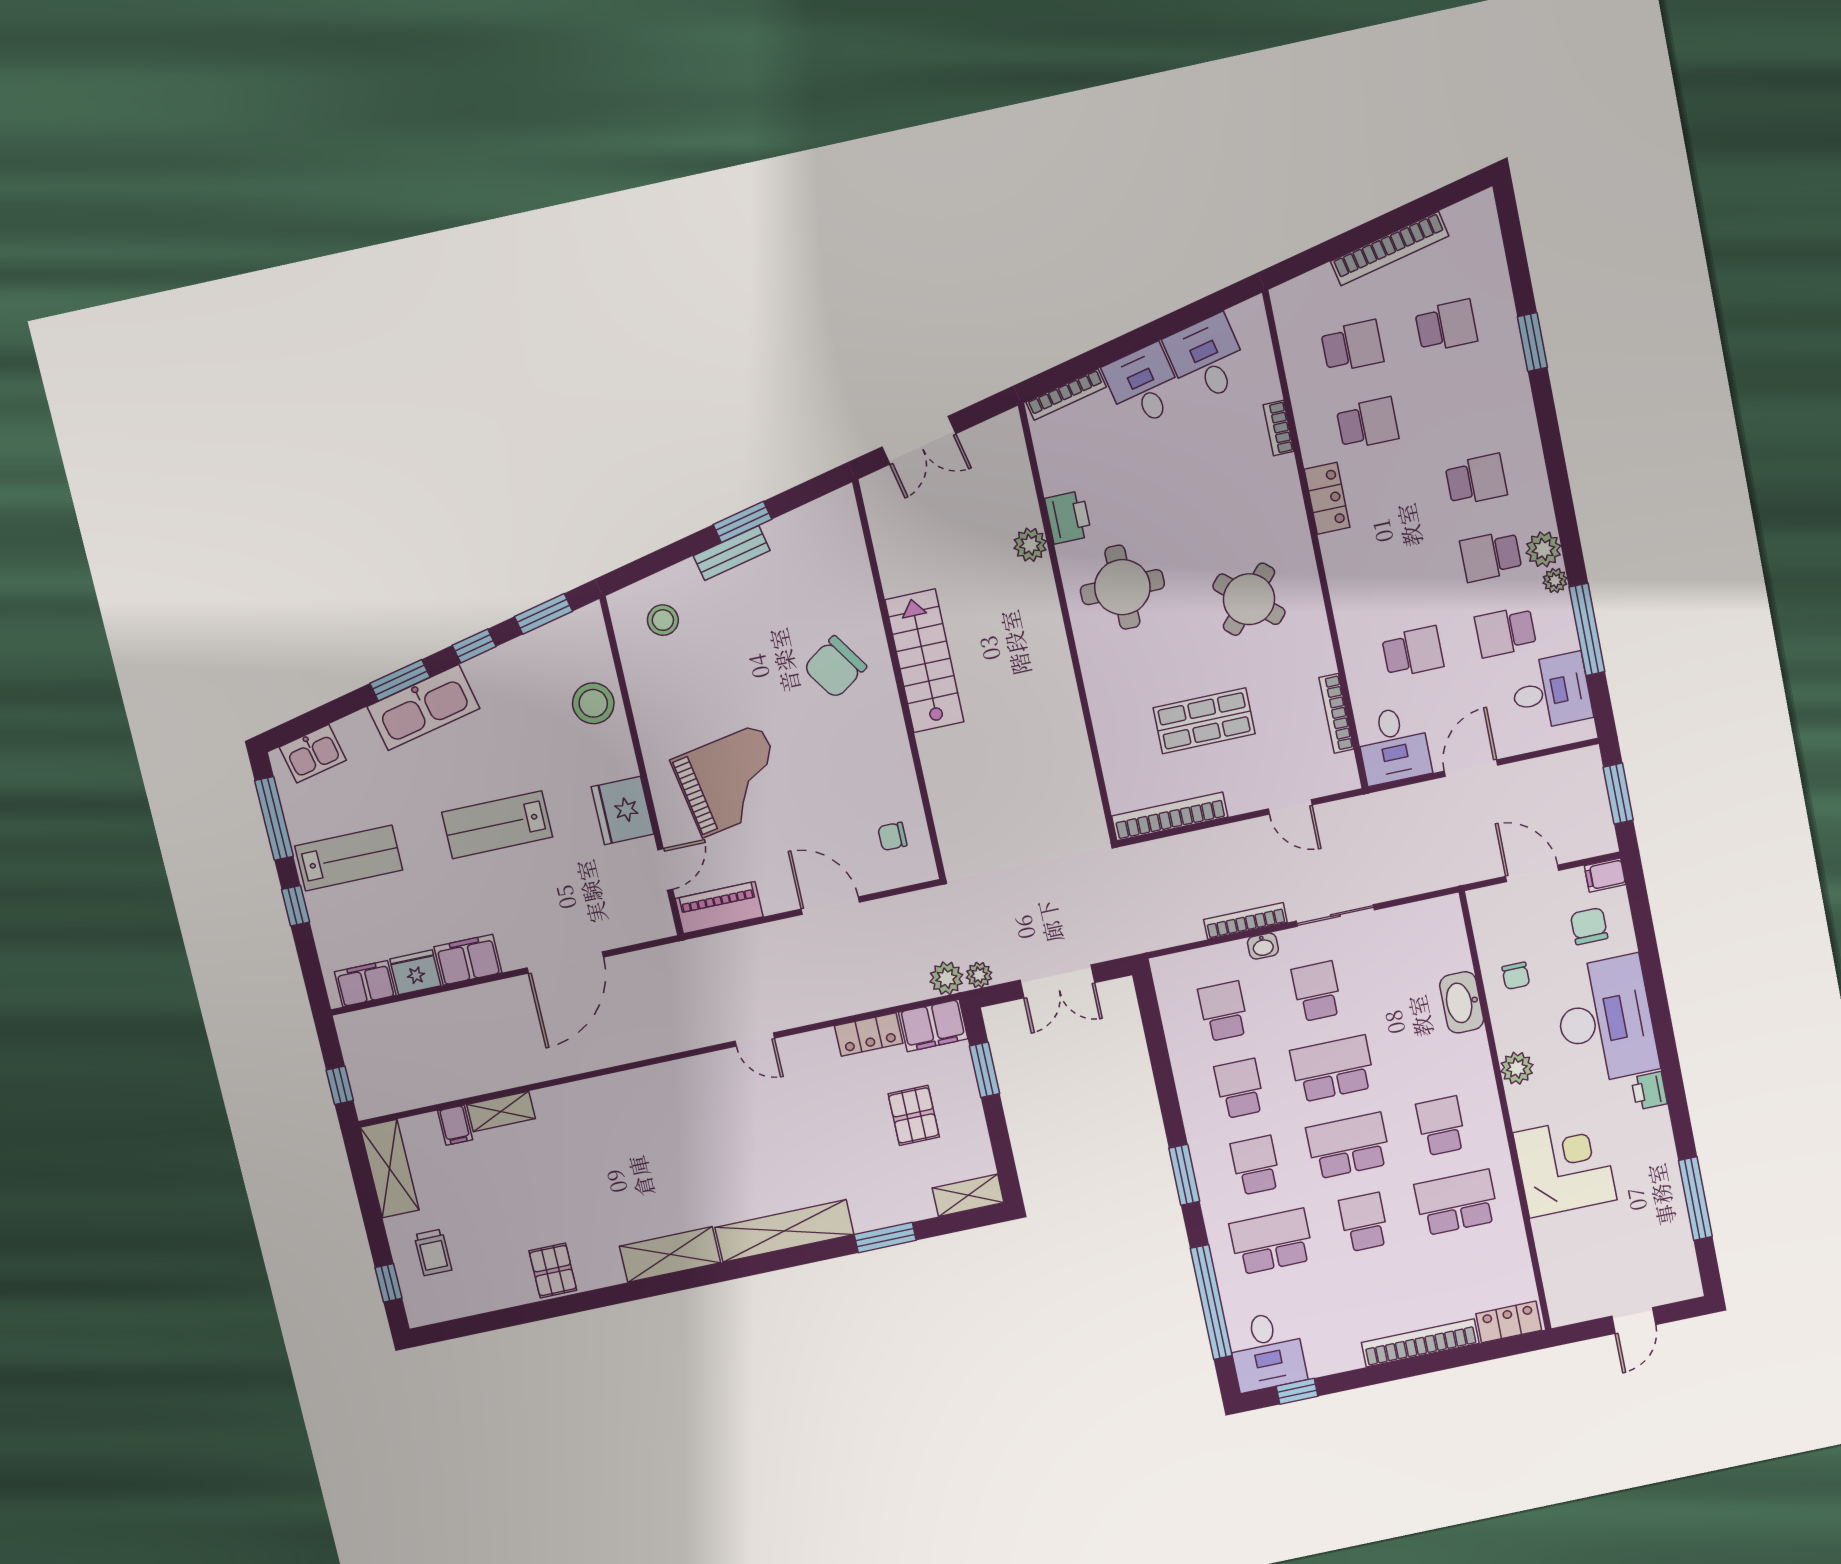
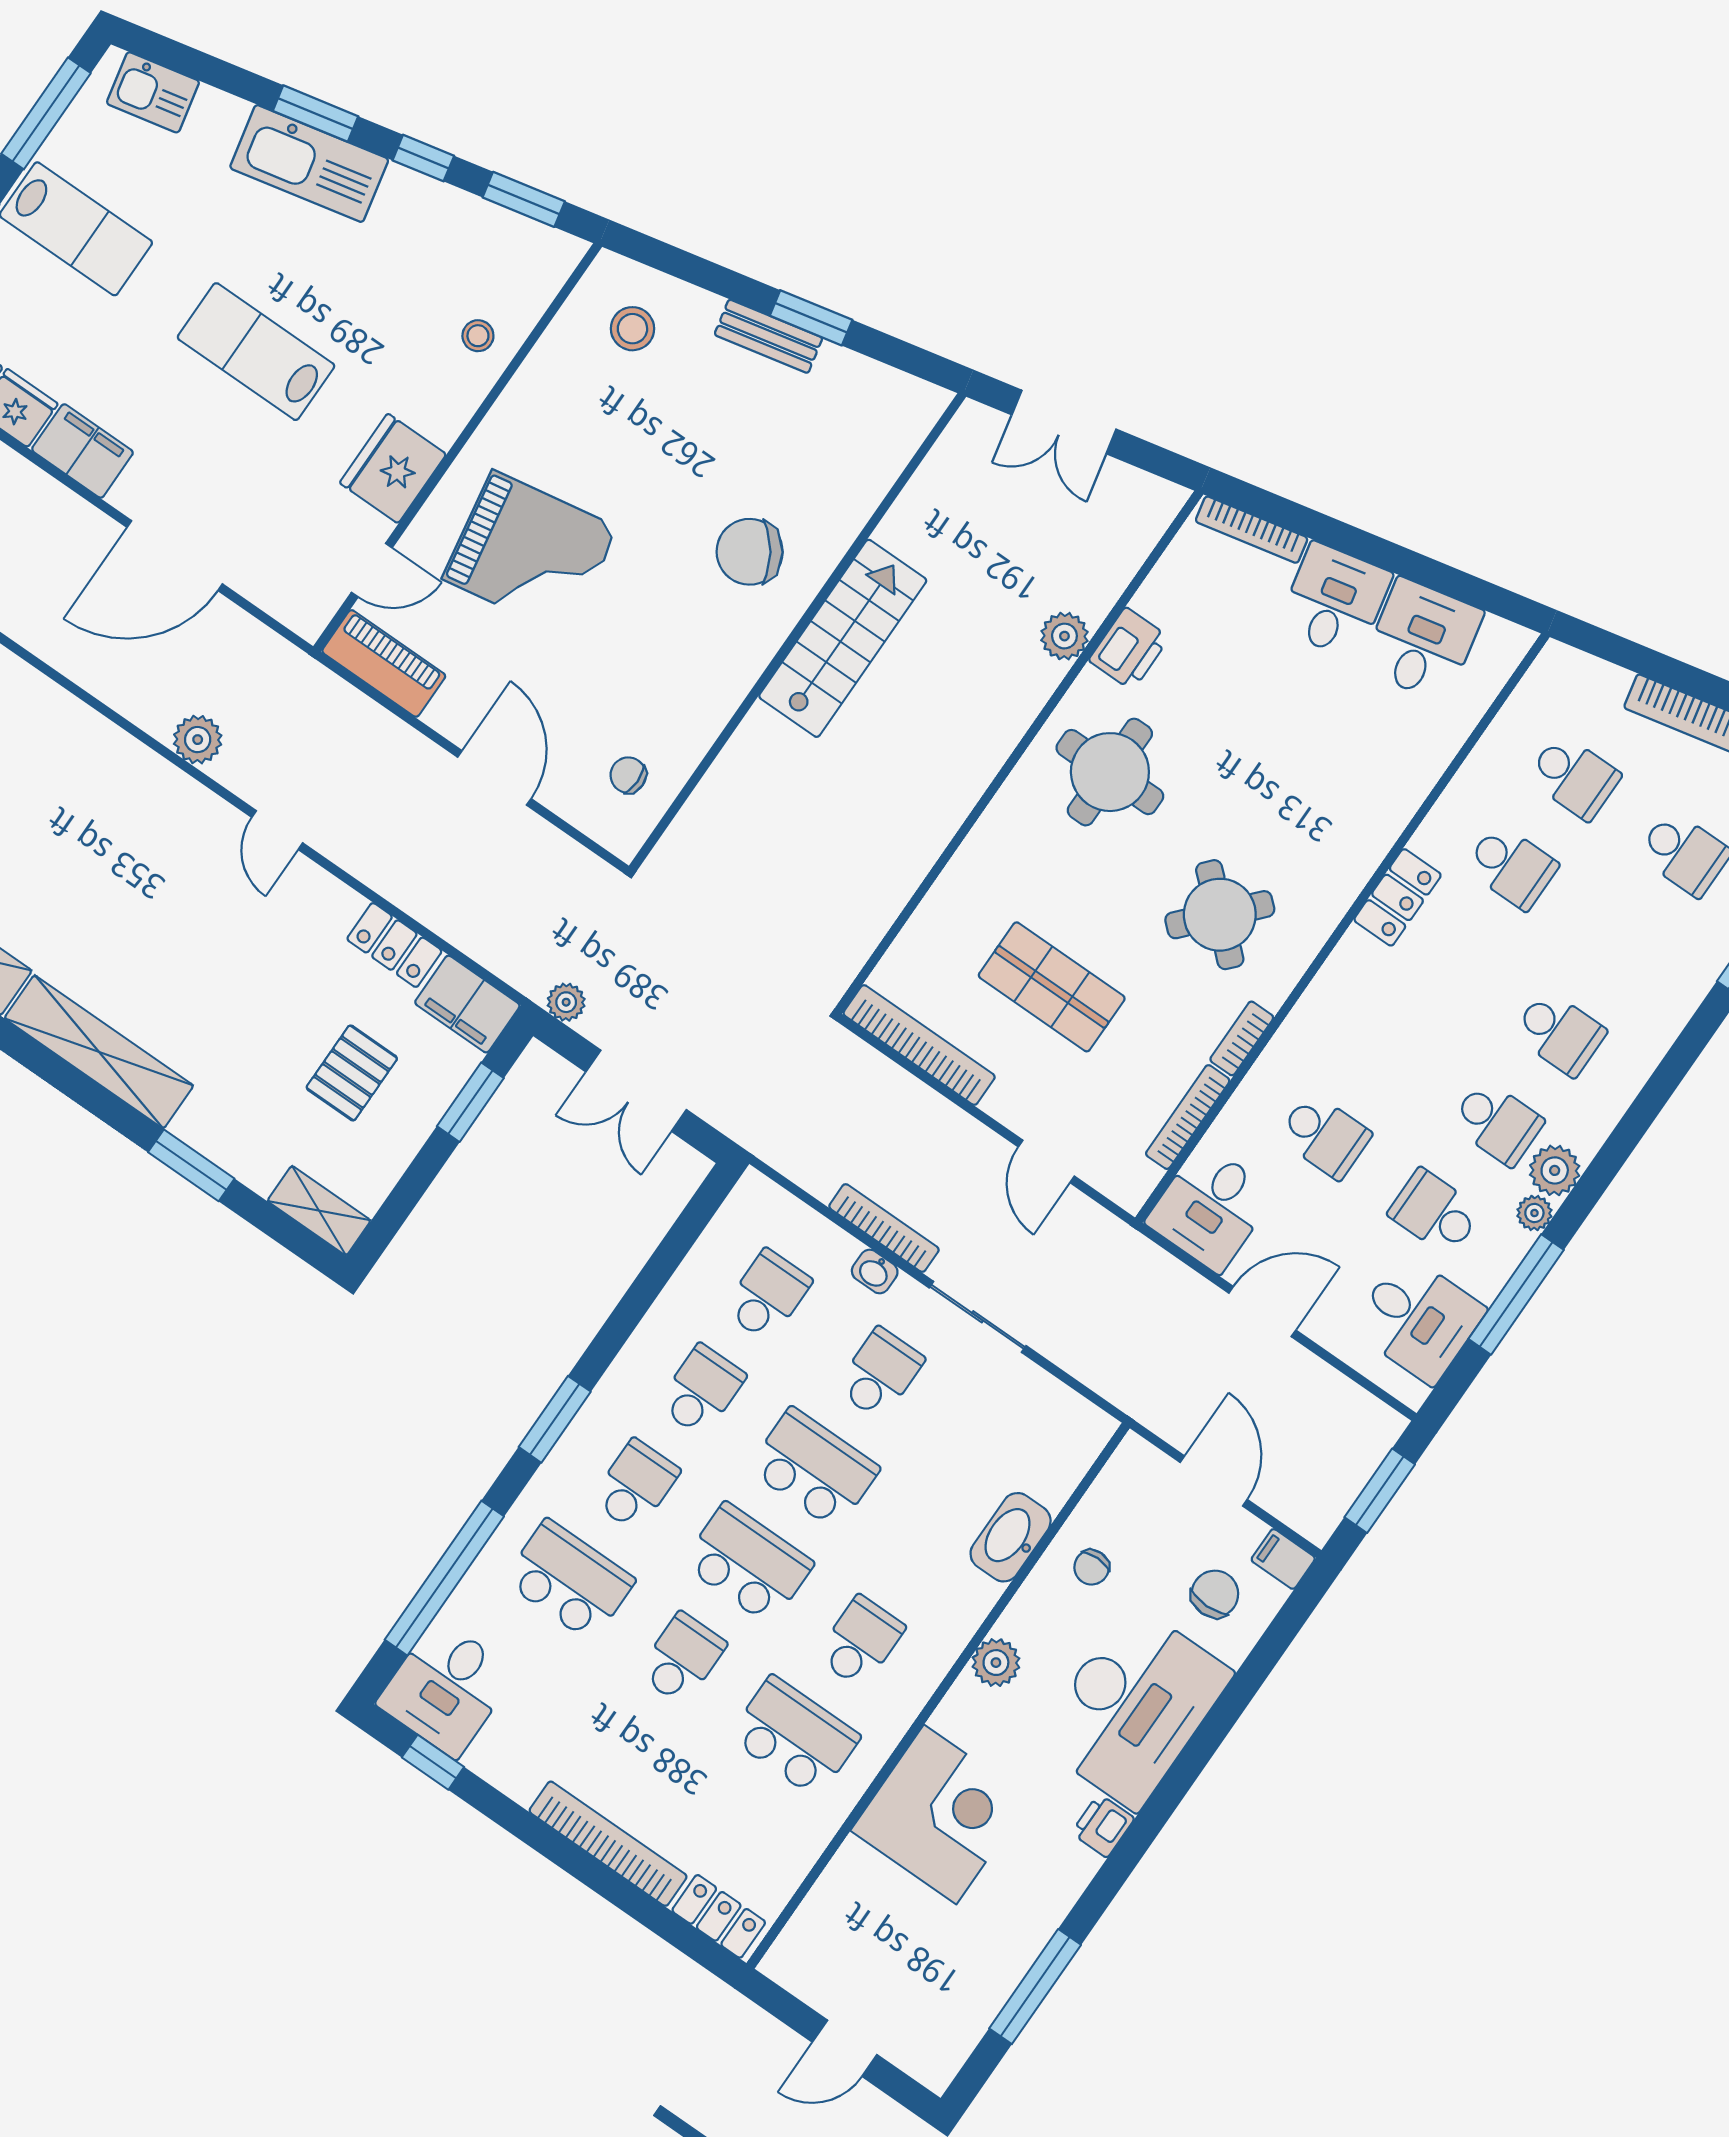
bookcase: (1279, 428) -> (1242, 1038), moved
school desk: (1491, 556) -> (1497, 1123), turned 180
stool: (593, 703) -> (478, 336), width x0.53, depth x0.53
plant: (946, 978) -> (198, 740), moved

